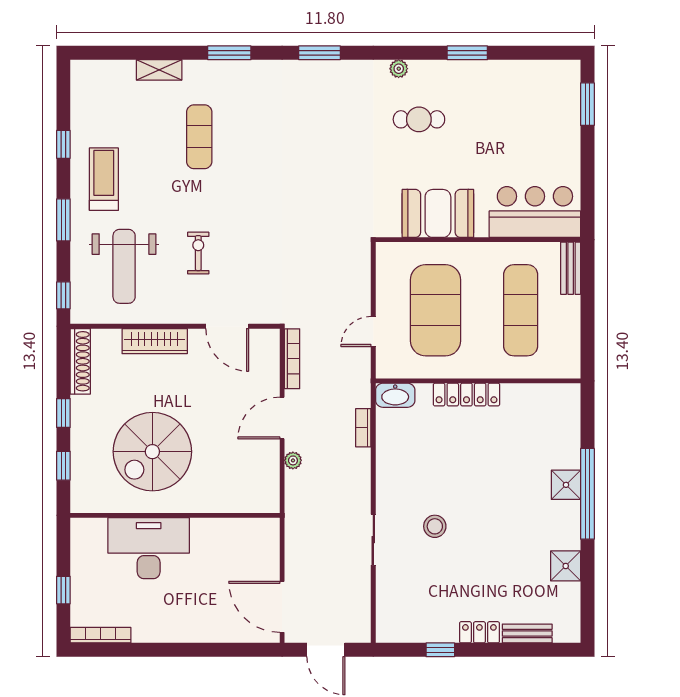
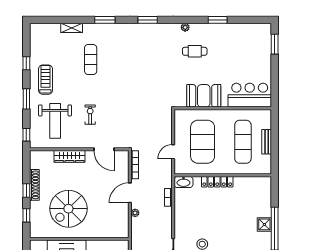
bench: (571, 268) -> (267, 142), moved
shoe rack: (80, 361) -> (34, 185), moved

